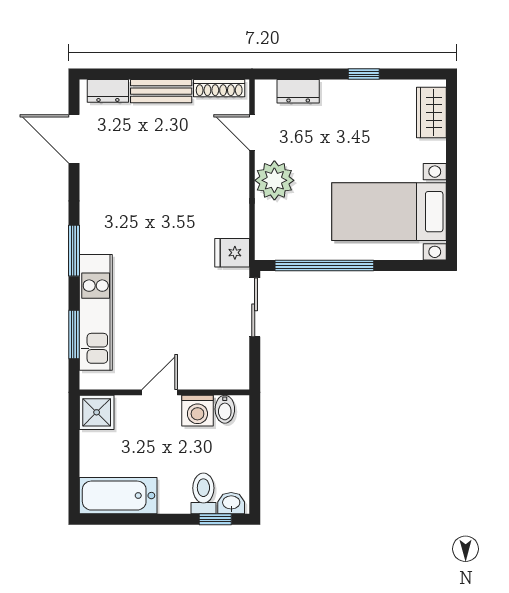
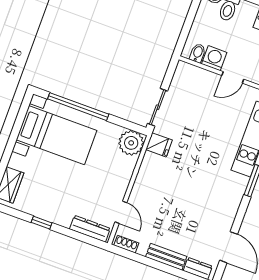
shoe rack: (219, 88) -> (126, 244), width x0.70
dresser: (298, 91) -> (90, 229), width x1.44
plant: (274, 180) -> (131, 143), moved
window: (324, 266) -> (78, 107), moved

